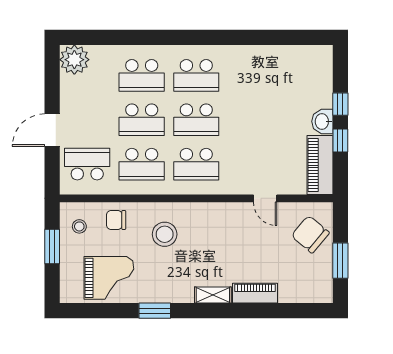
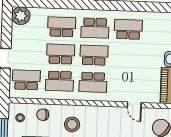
school desk: (142, 75) -> (62, 27), turned 180
school desk: (251, 75) -> (128, 29), added
school desk: (142, 120) -> (61, 54), turned 180
school desk: (196, 120) -> (94, 55), turned 180

